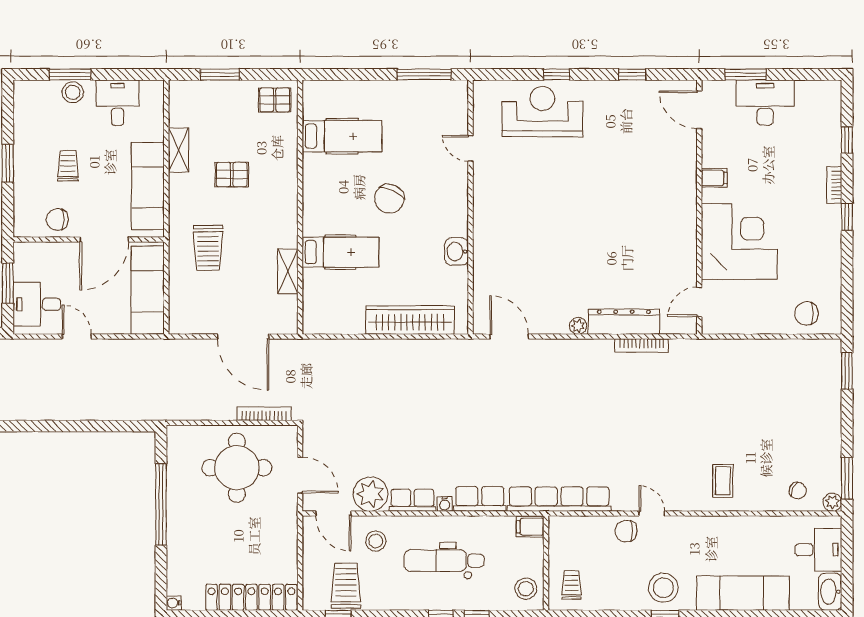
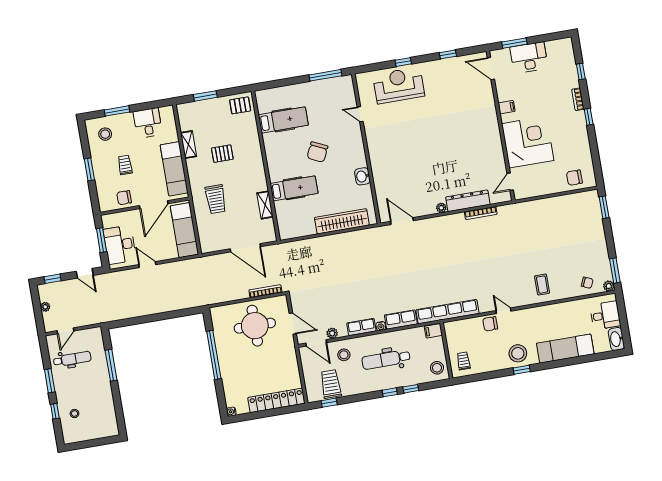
stool: (73, 92) -> (105, 134), moved
desk: (37, 304) -> (120, 245), width x1.37
plant: (370, 494) -> (332, 333), width x0.53, depth x0.53

